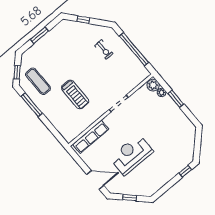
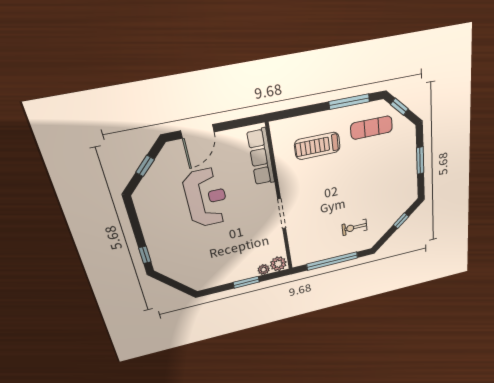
treadmill: (75, 95) -> (317, 146), moved

